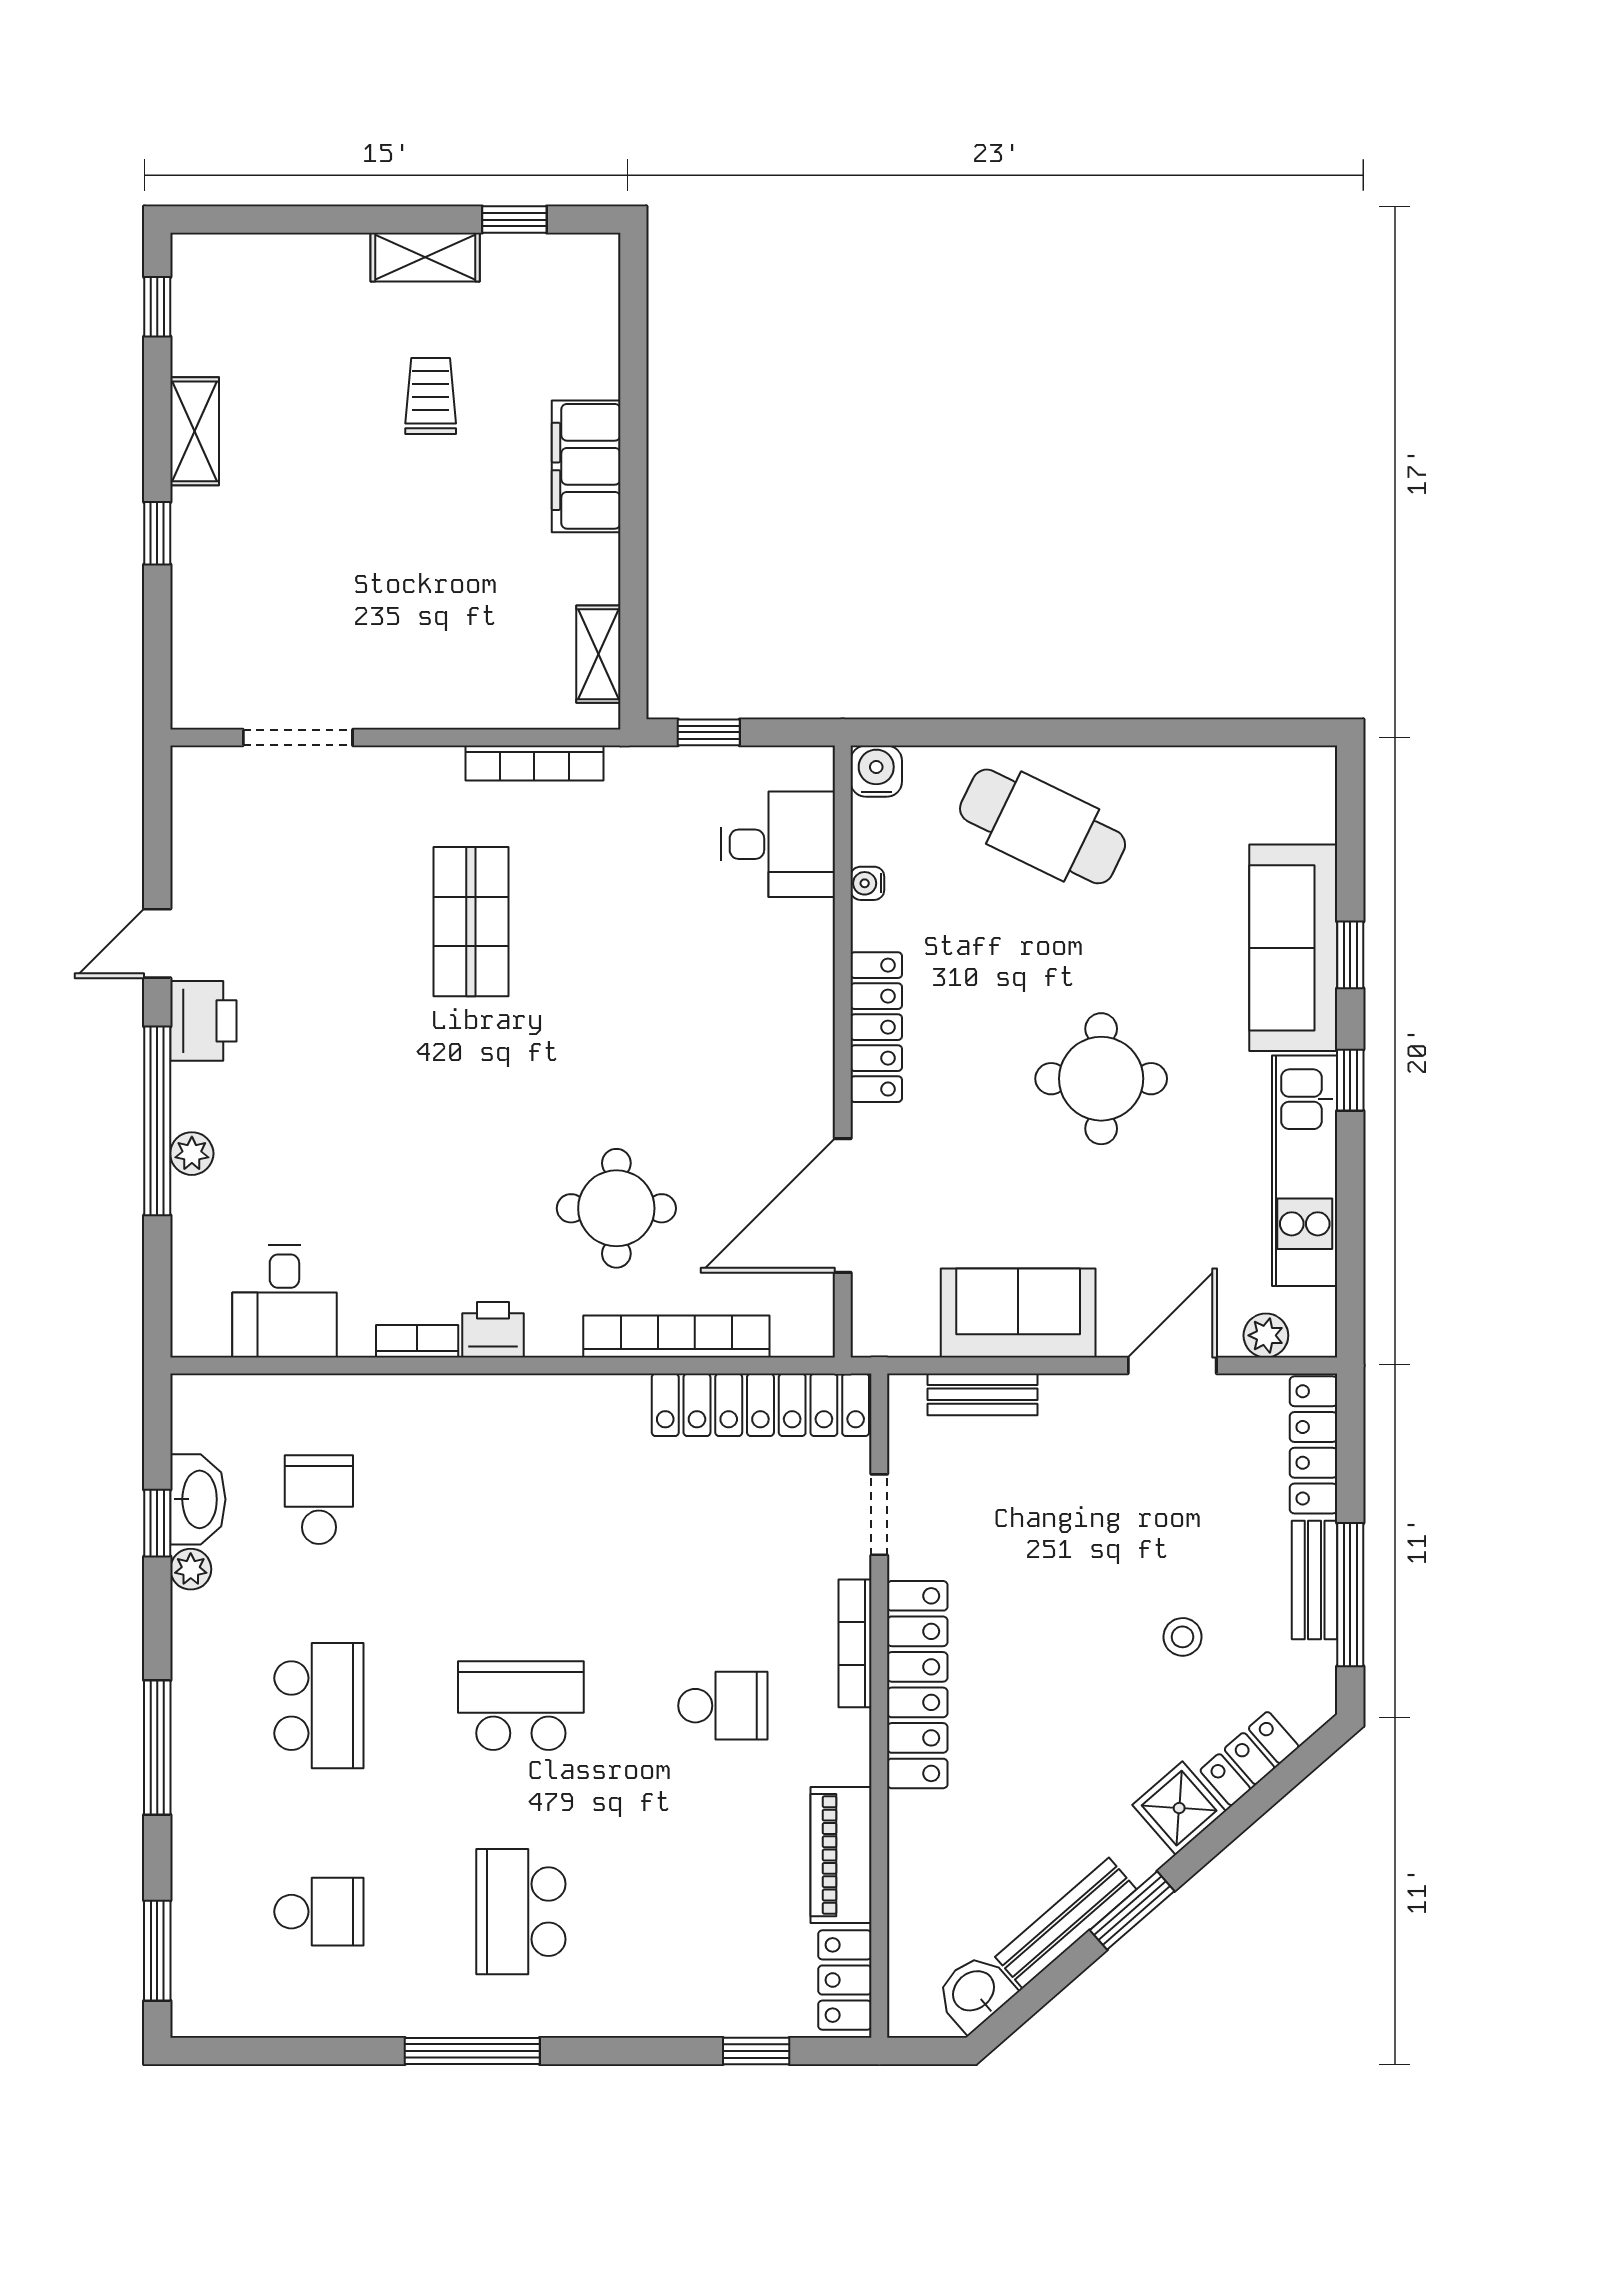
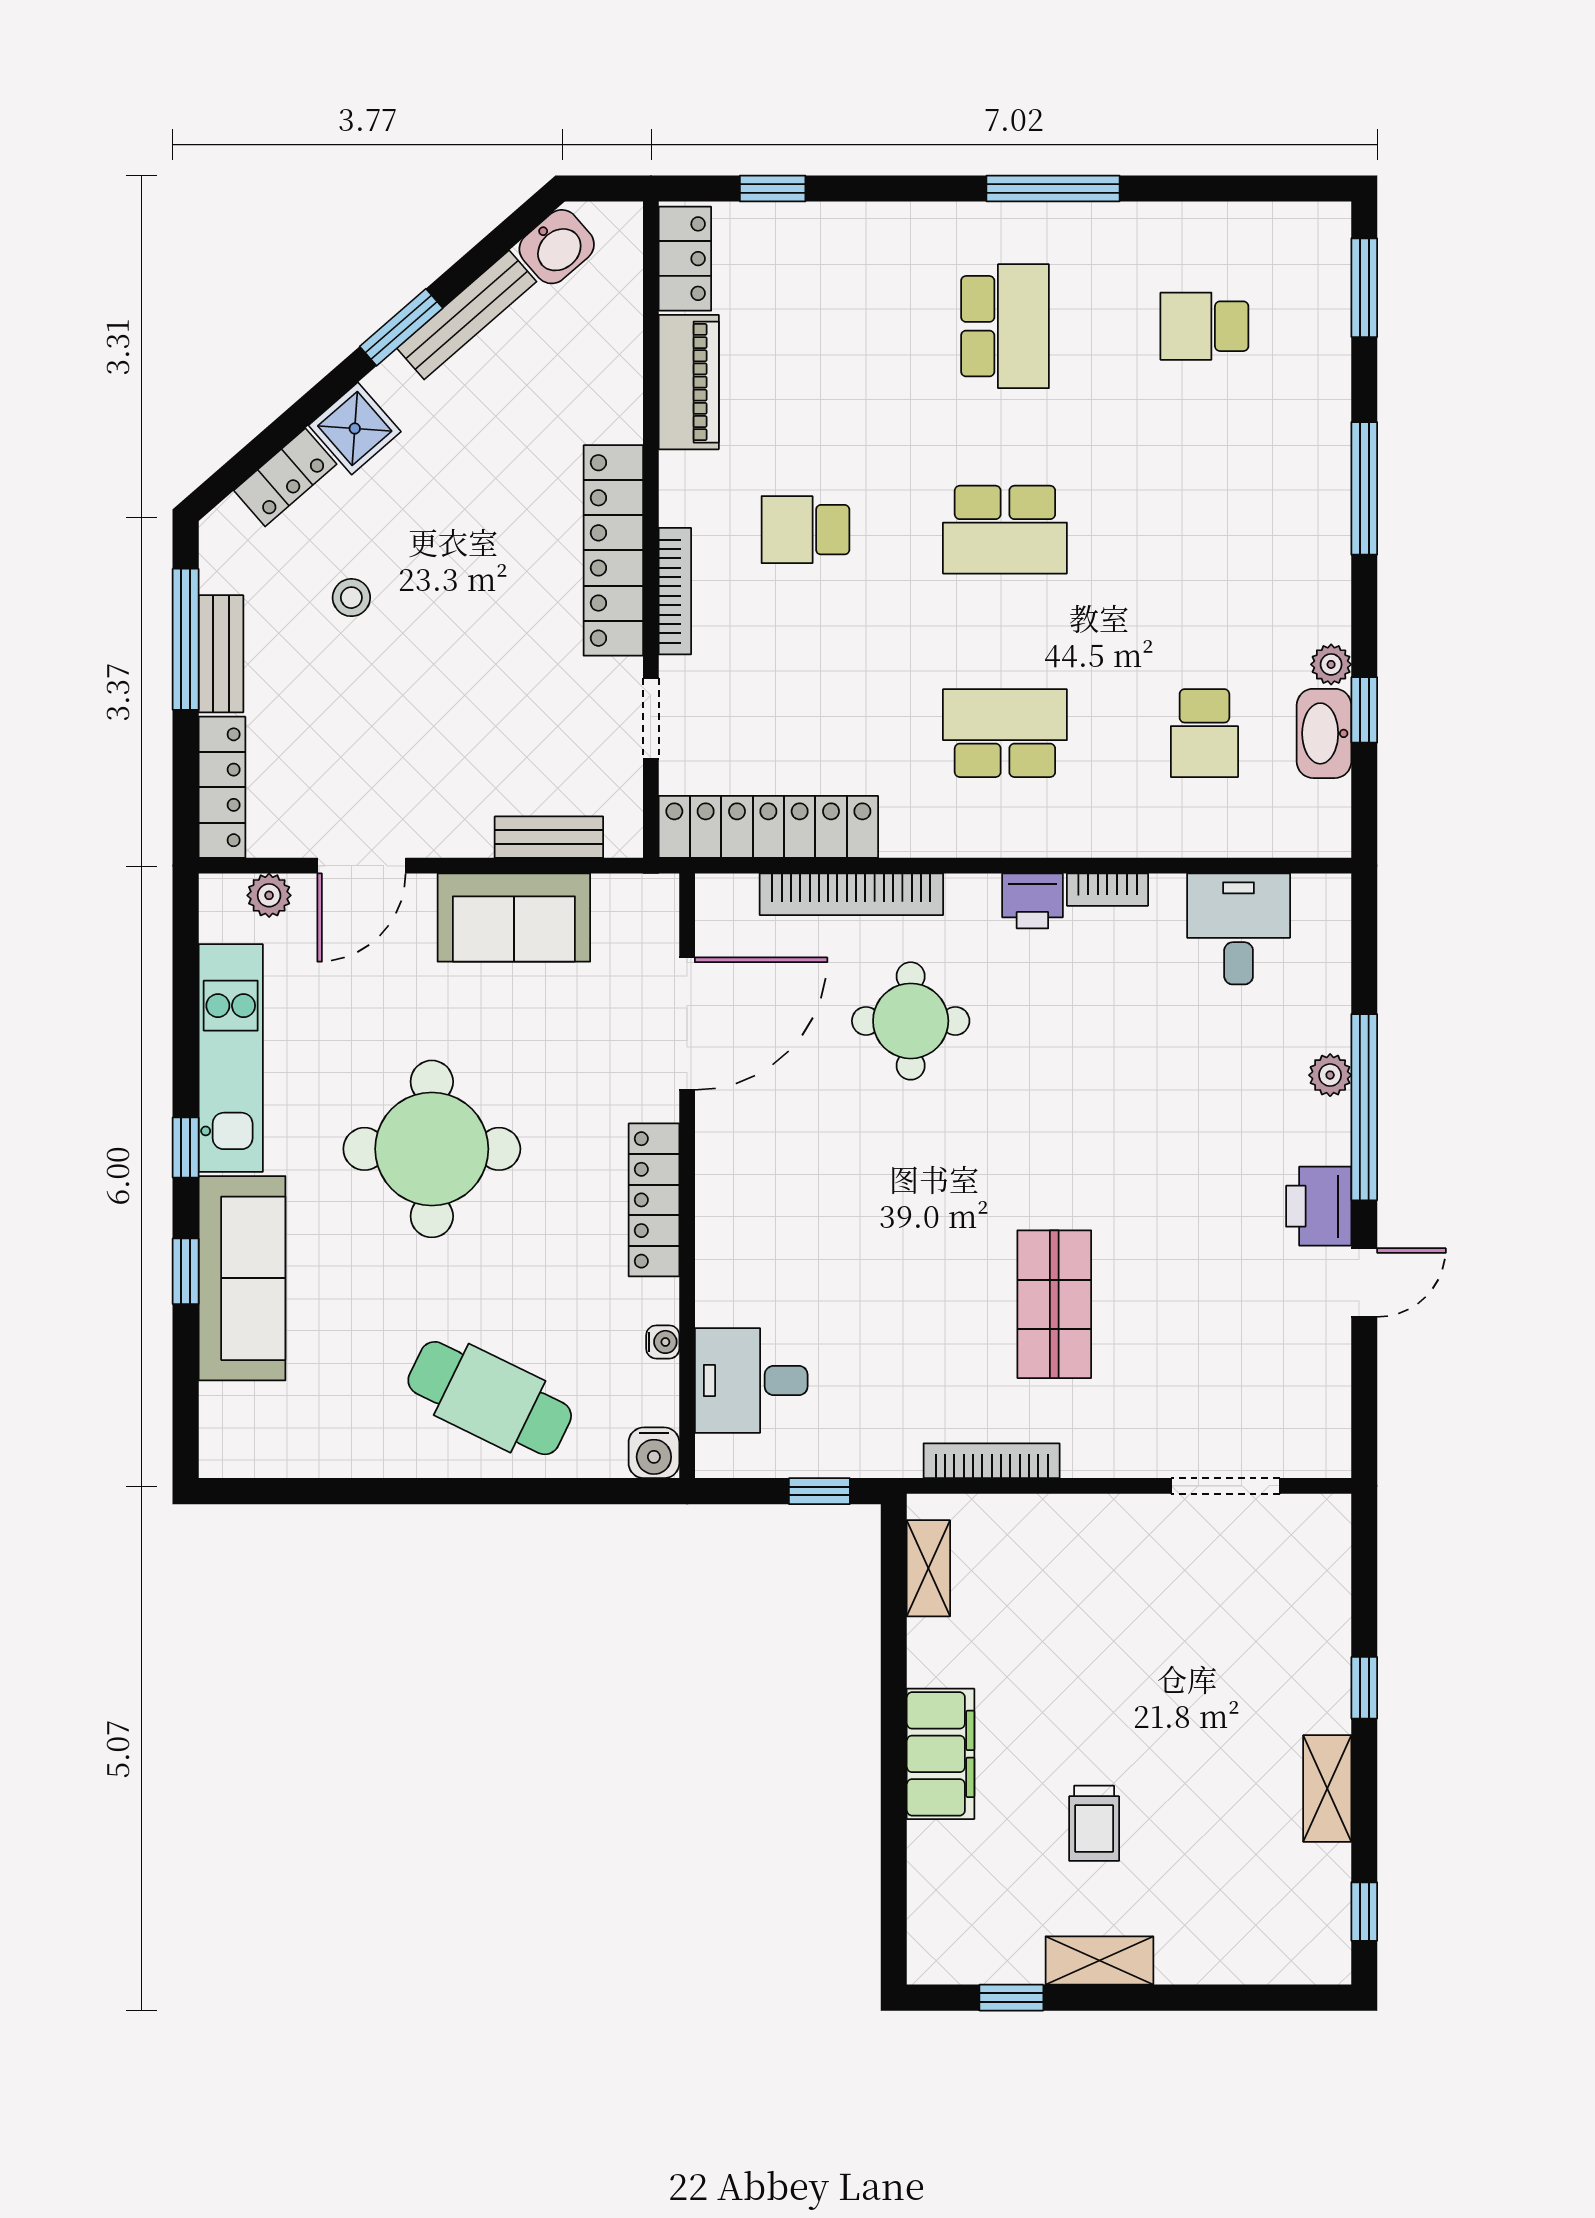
round table: (1101, 1079) -> (432, 1149), width x1.36, depth x1.36
school desk: (319, 1706) -> (1005, 733), moved, turned 90

